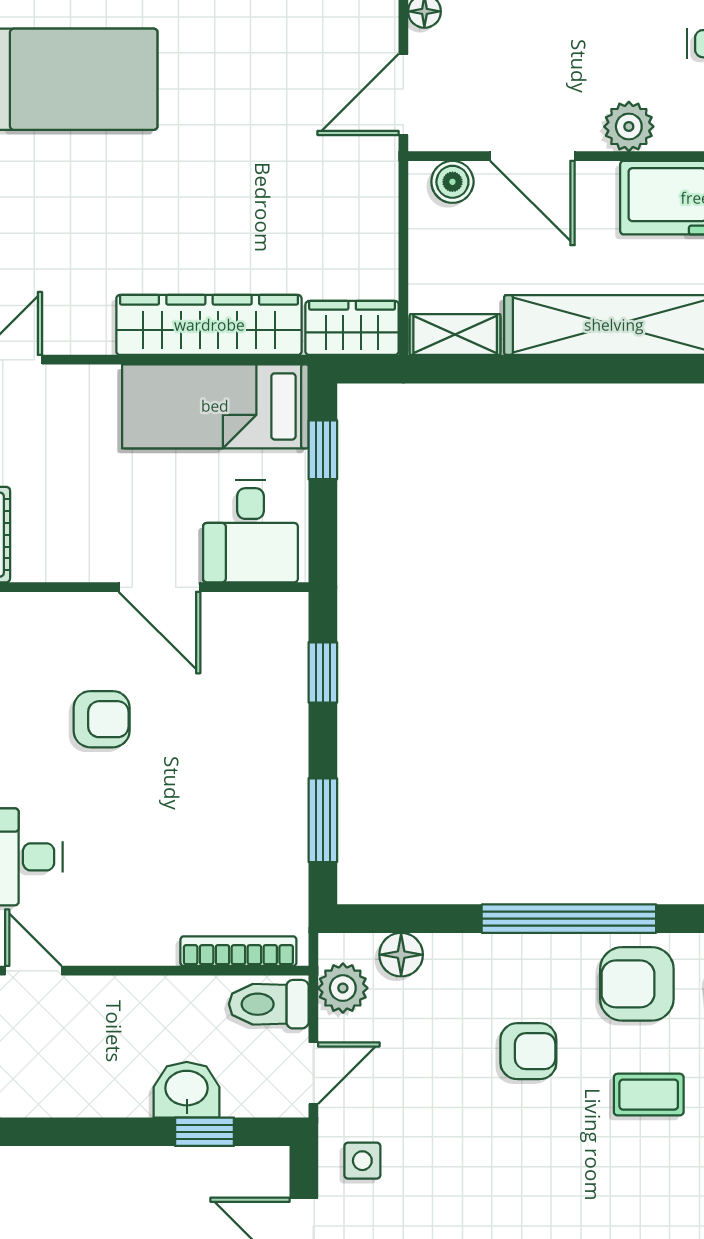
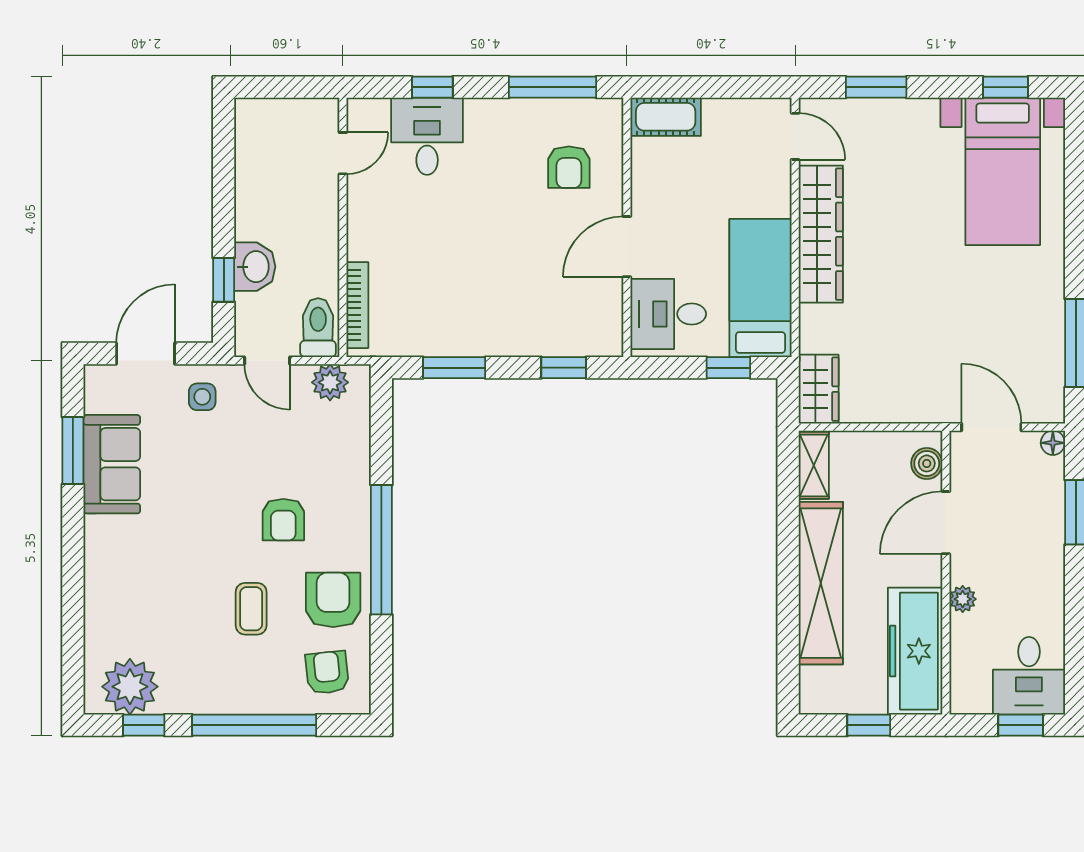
plant: (629, 127) -> (963, 599), width x0.73, depth x0.73
wardrobe: (209, 325) -> (821, 234), moved
armchair: (102, 719) -> (569, 167), moved
floor lamp: (401, 955) -> (355, 425), removed

